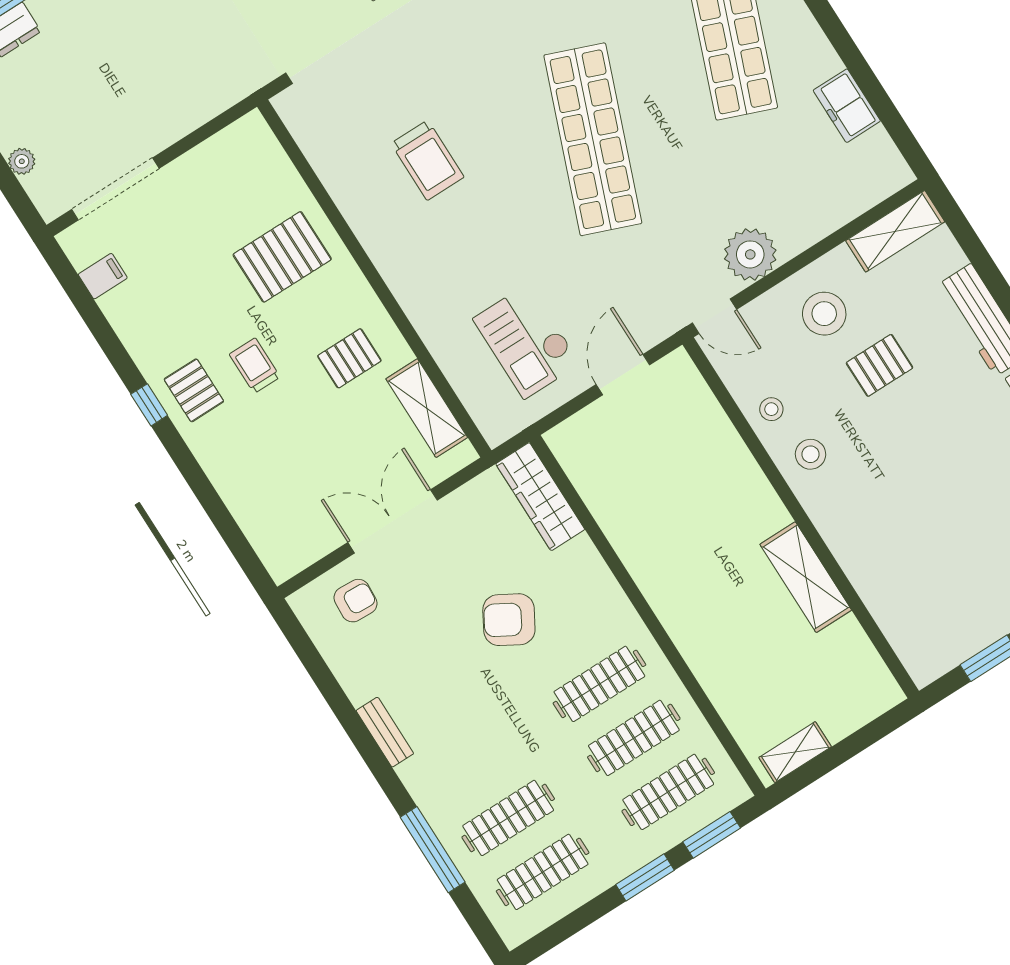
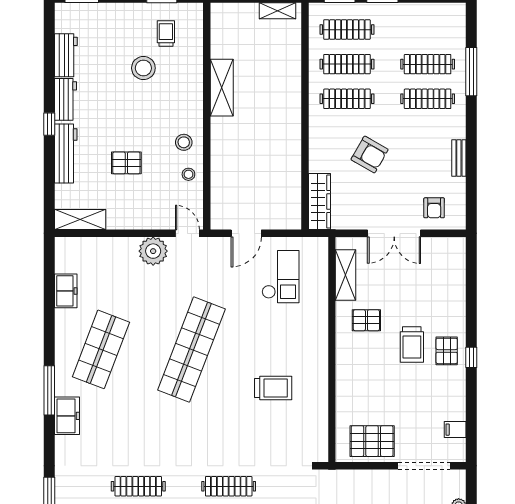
trolley: (427, 160) -> (273, 388), turned 90
pallet: (282, 257) -> (372, 441), moved
stool: (824, 314) -> (143, 68), moved
trolley: (255, 366) -> (412, 344), width x1.36, depth x1.39
armchair: (355, 601) -> (434, 208), turned -93
trolley: (946, 606) -> (166, 34), added
bench: (385, 732) -> (459, 158), moved
clothes rail: (543, 872) -> (428, 99), moved

